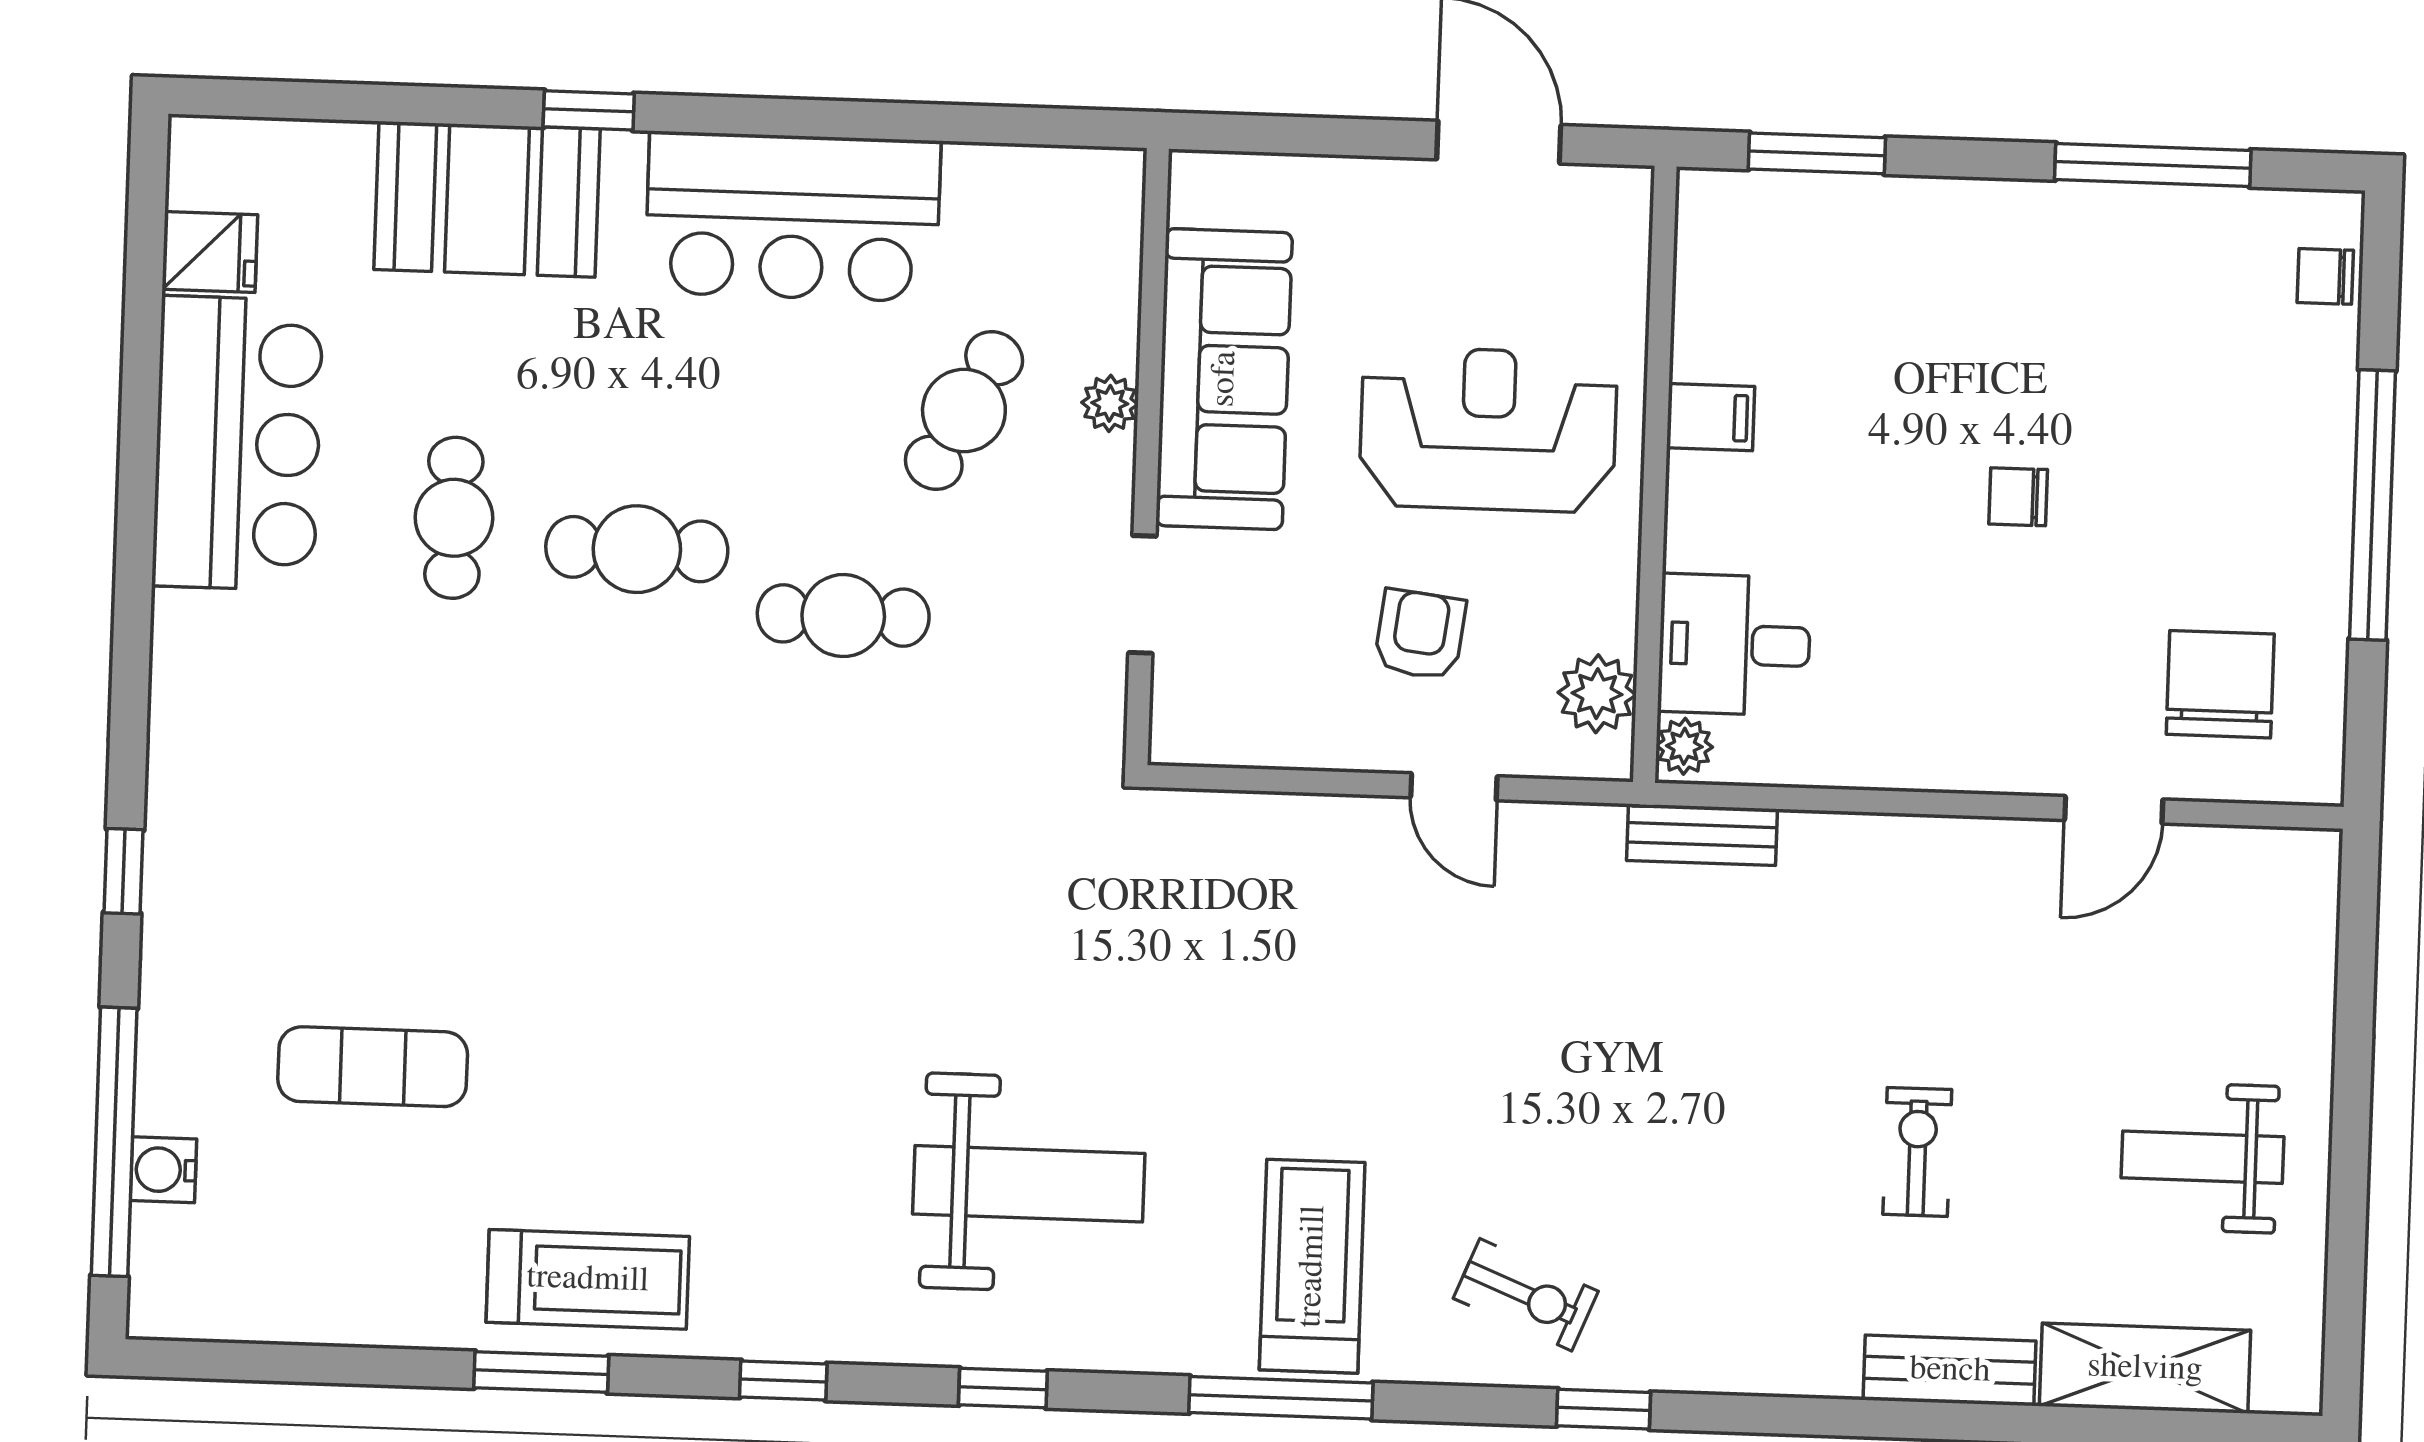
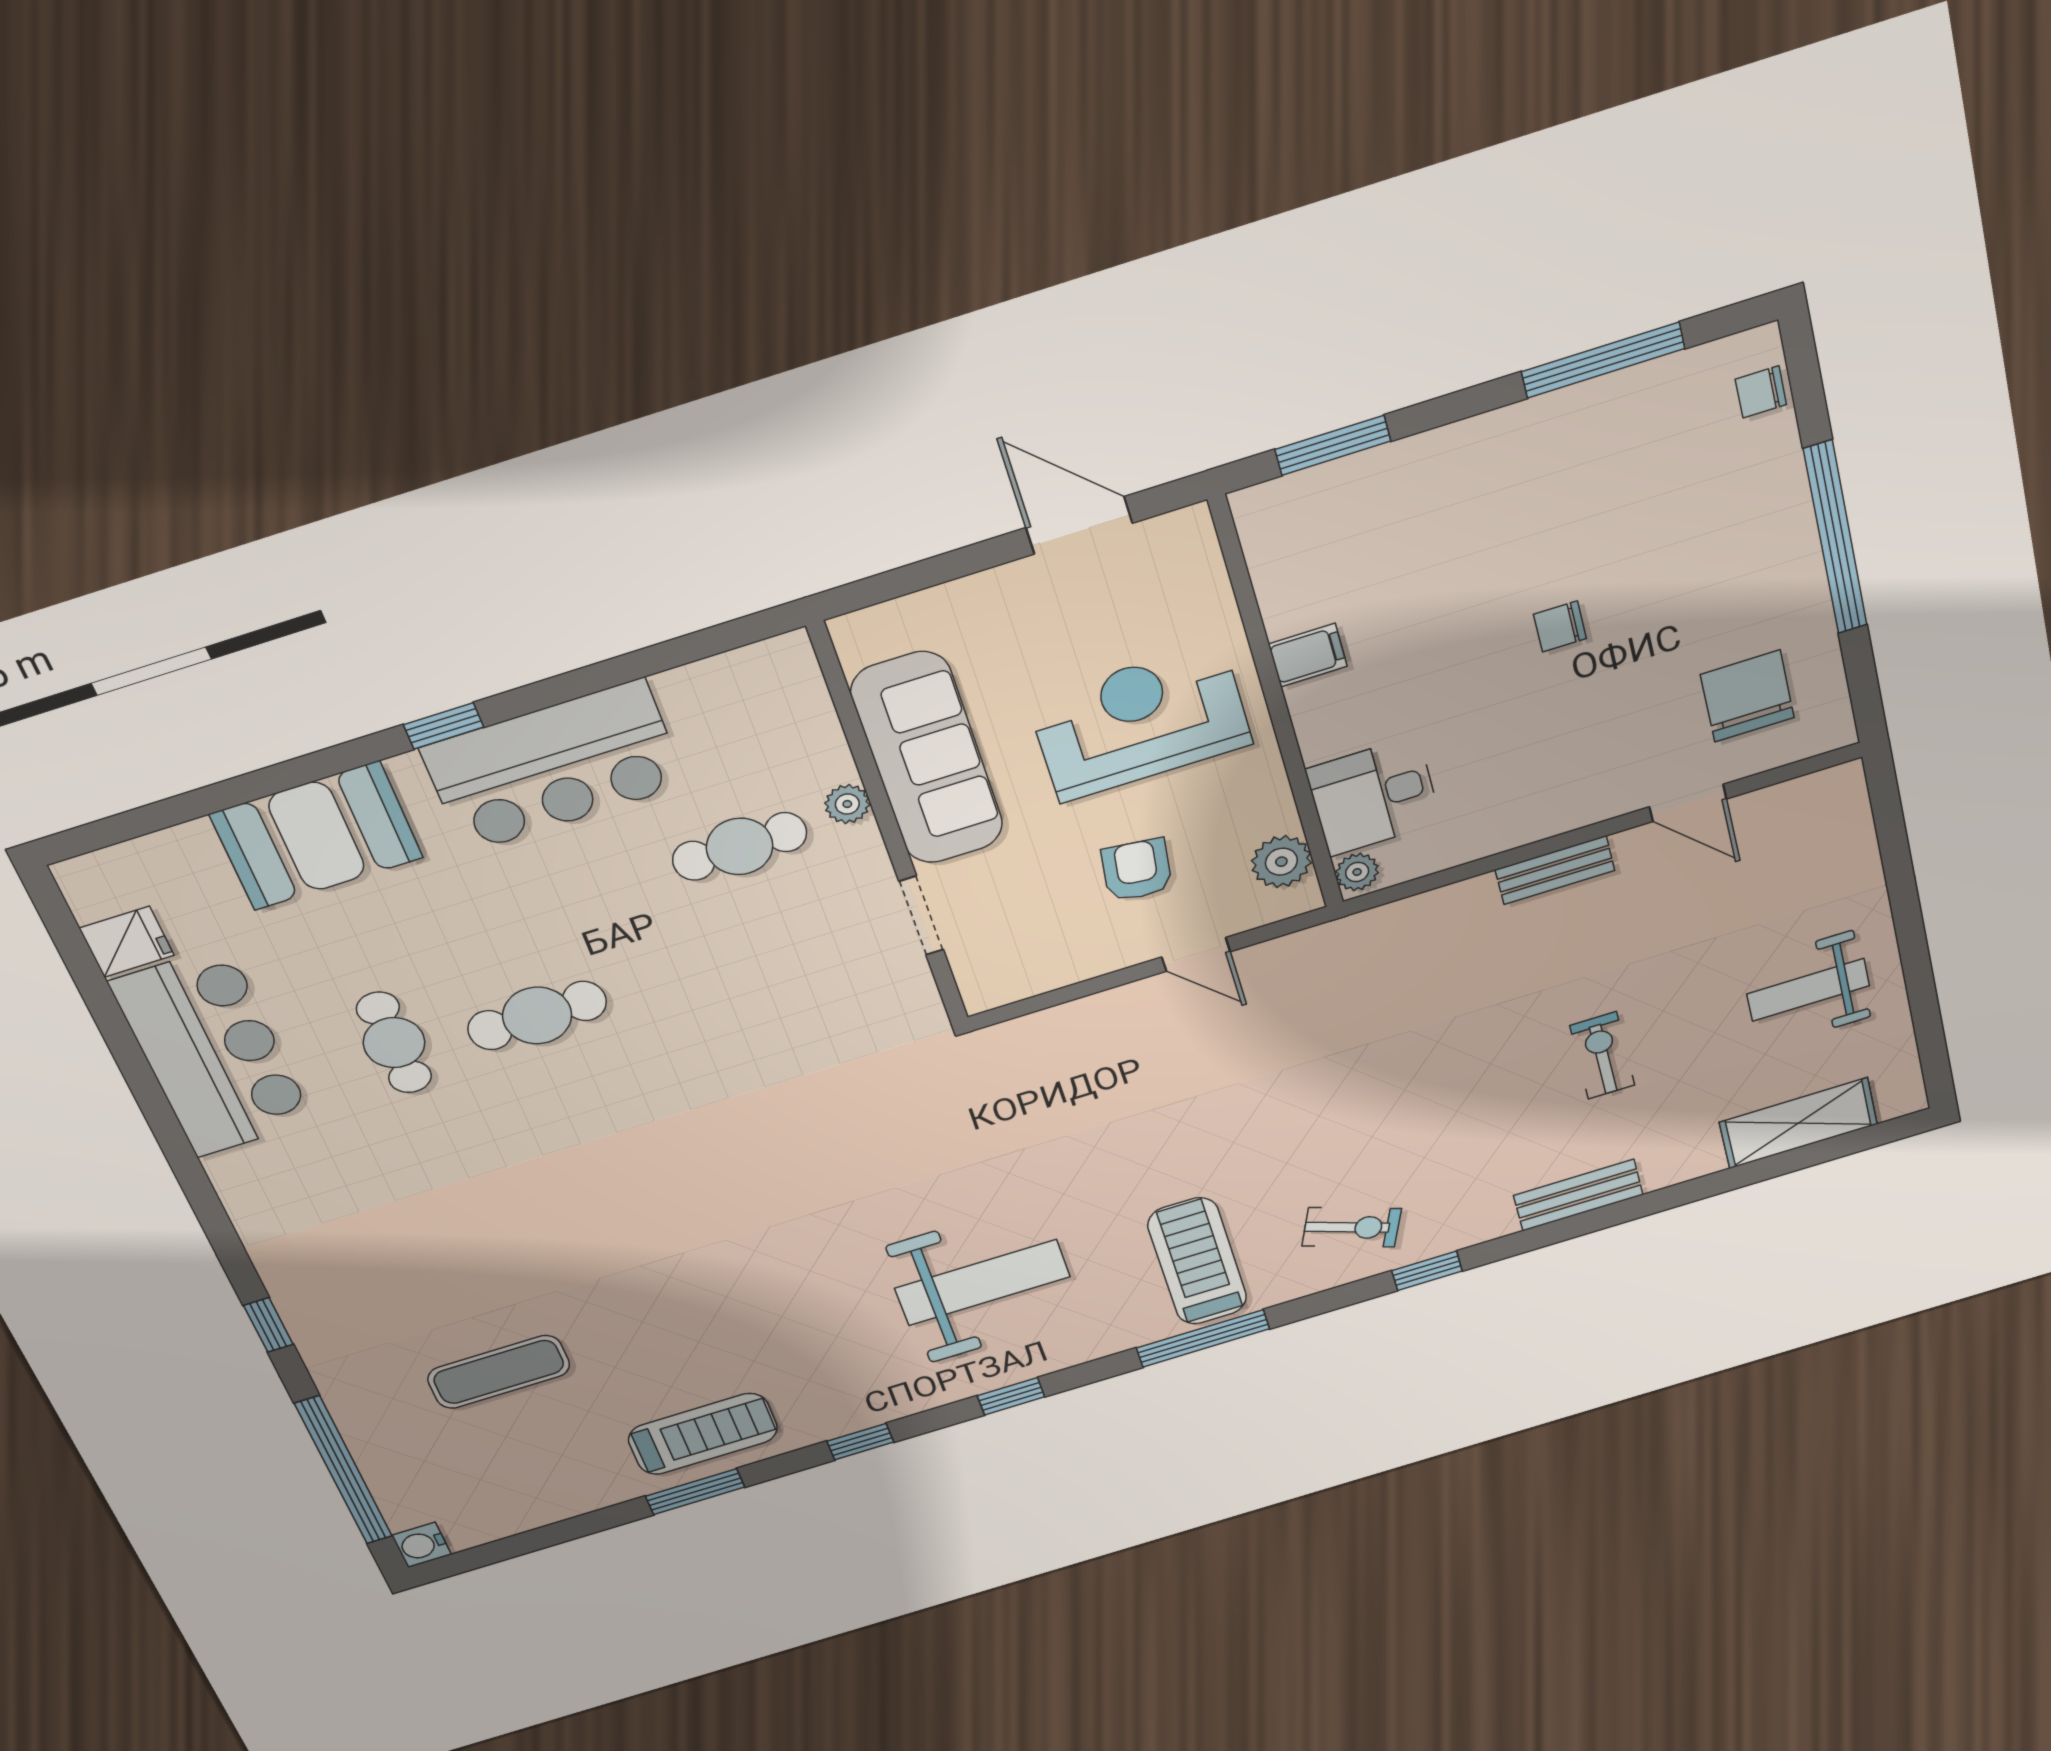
window: (589, 110) -> (444, 726), moved
cafe table: (964, 410) -> (740, 846), turned 62
cafe table: (843, 616) -> (707, 1004), removed
door: (2114, 810) -> (1688, 803), hinge flipped
bench: (1702, 835) -> (1555, 870), moved
water cooler: (163, 1170) -> (422, 1545), moved
bench: (1950, 1370) -> (1578, 1195), moved

